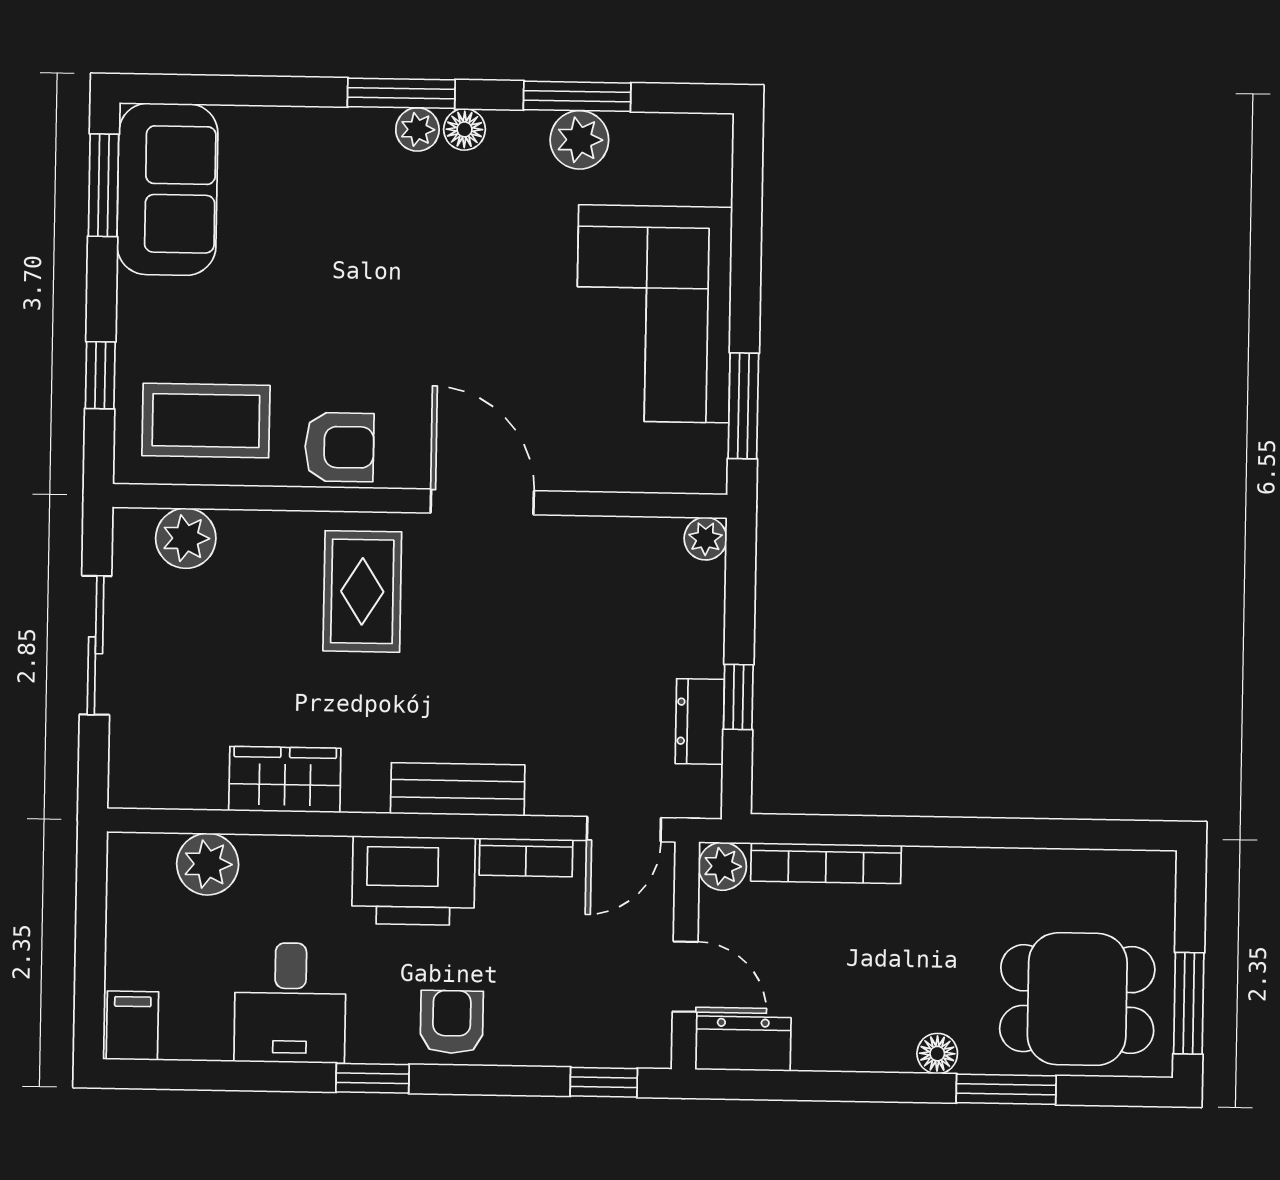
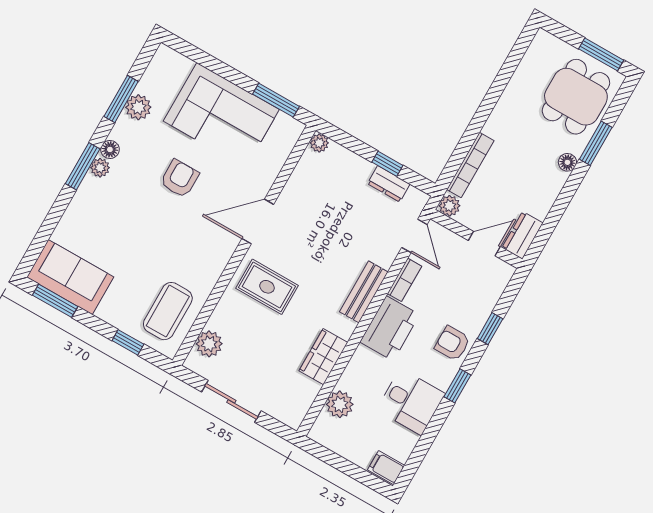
armchair: (339, 447) -> (180, 179), moved
window: (604, 1082) -> (490, 329), moved

